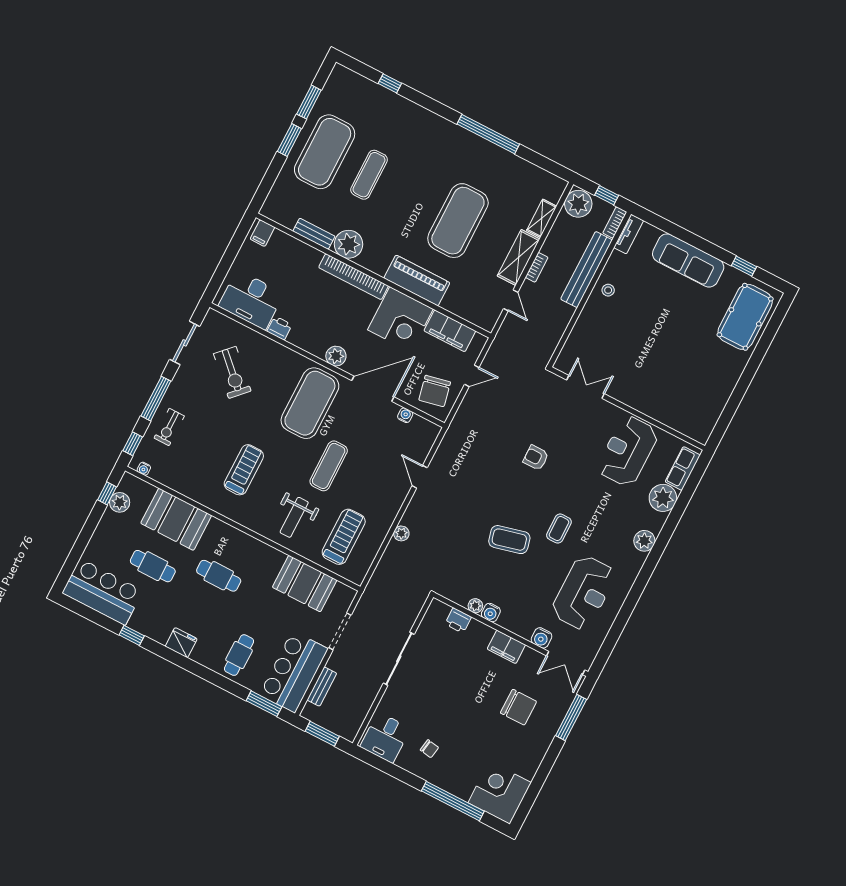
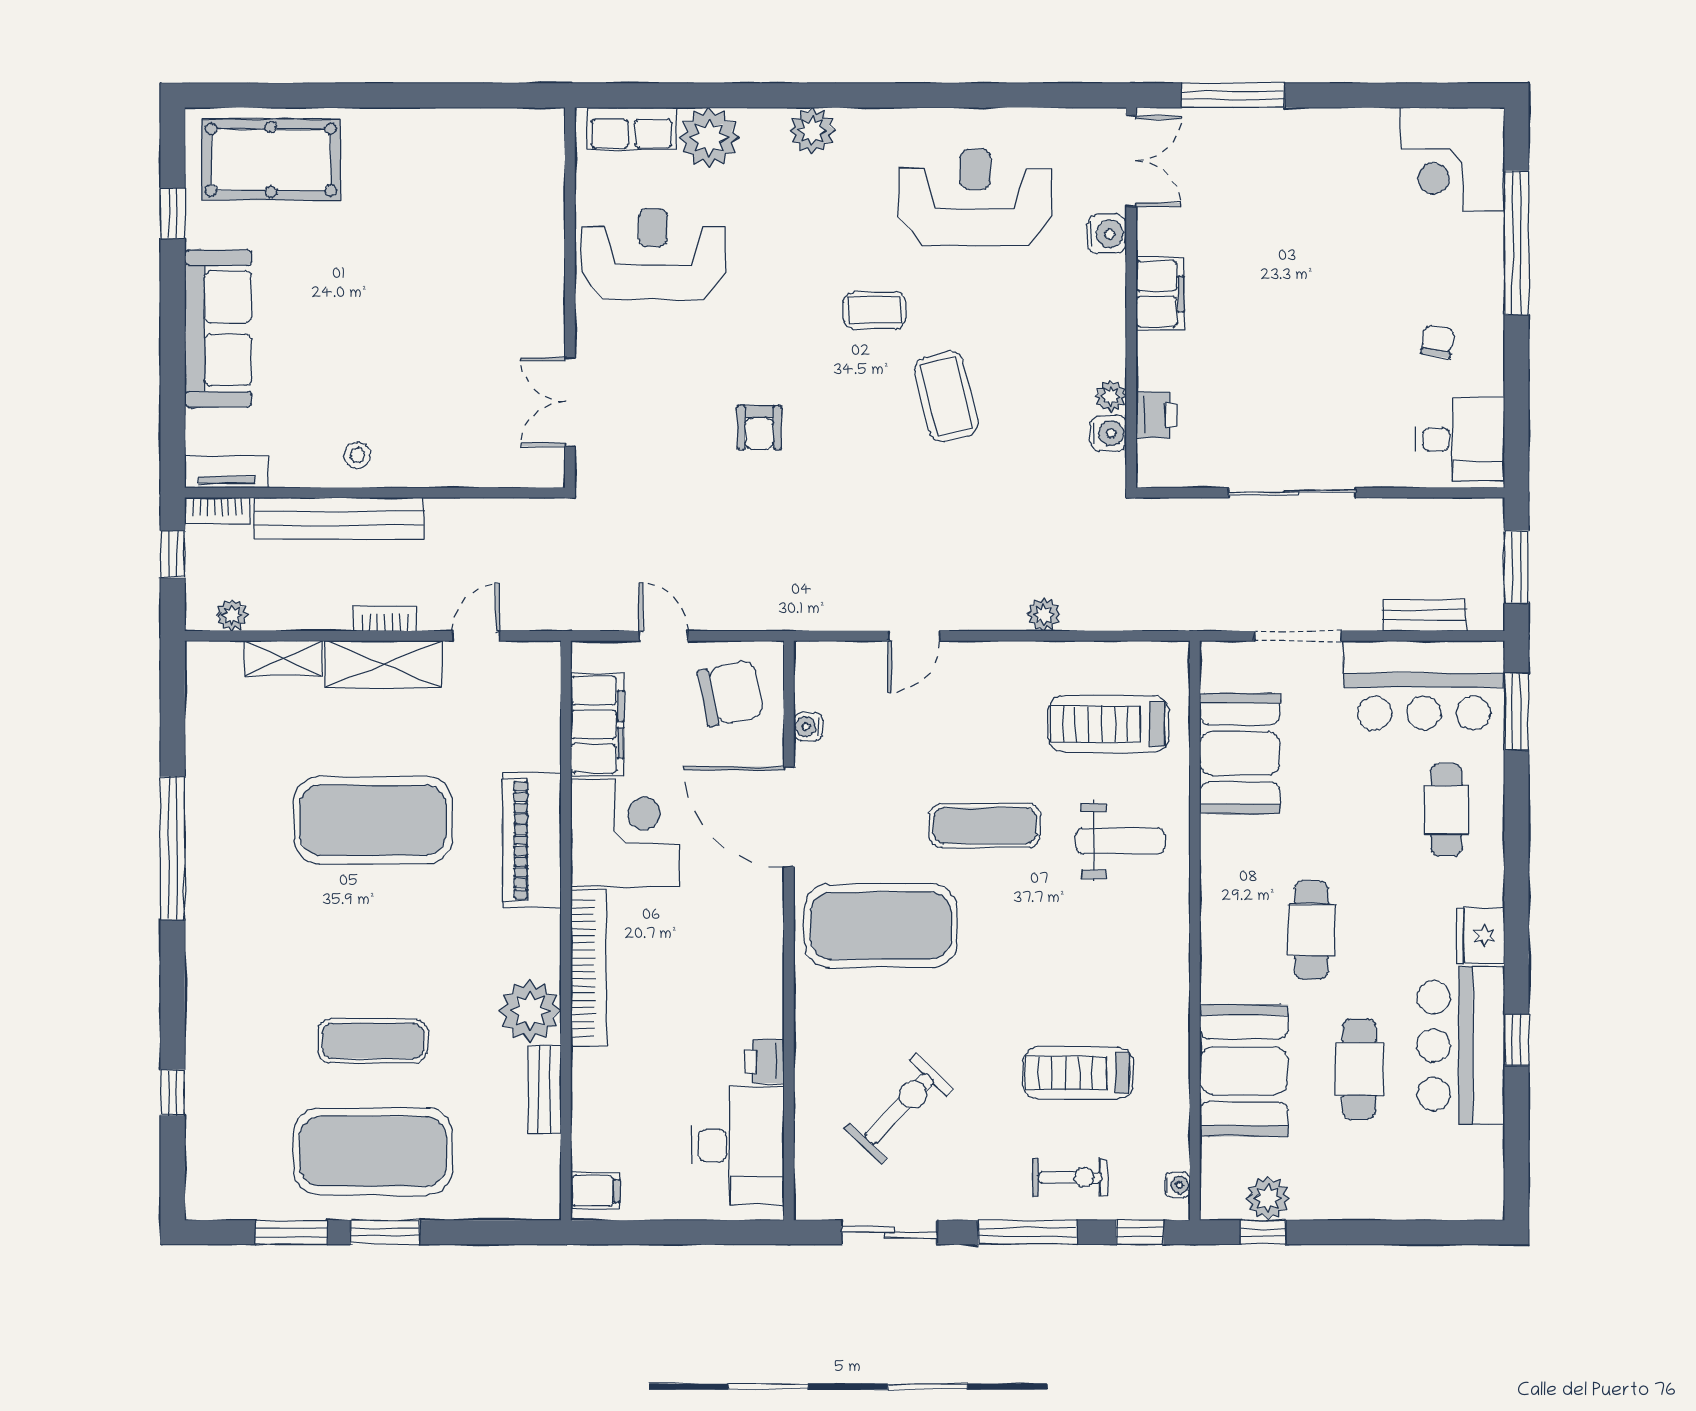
plant: (578, 204) -> (232, 615), width x0.53, depth x0.53
plant: (336, 356) -> (762, 922), removed
reception desk: (628, 451) -> (653, 254), turned 180
treadmill: (244, 470) -> (1078, 1073), moved
bar counter: (103, 592) -> (1461, 1046), moved
water cooler: (491, 613) -> (1108, 433), moved
cafe table: (239, 655) -> (1446, 810), turned 90
chair: (518, 707) -> (1266, 209), removed

